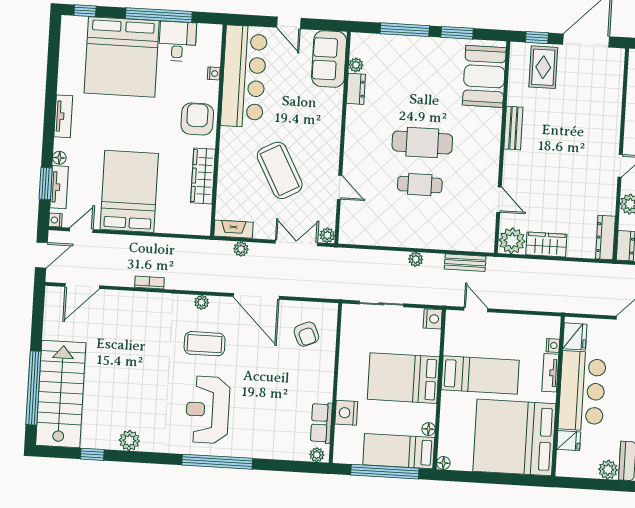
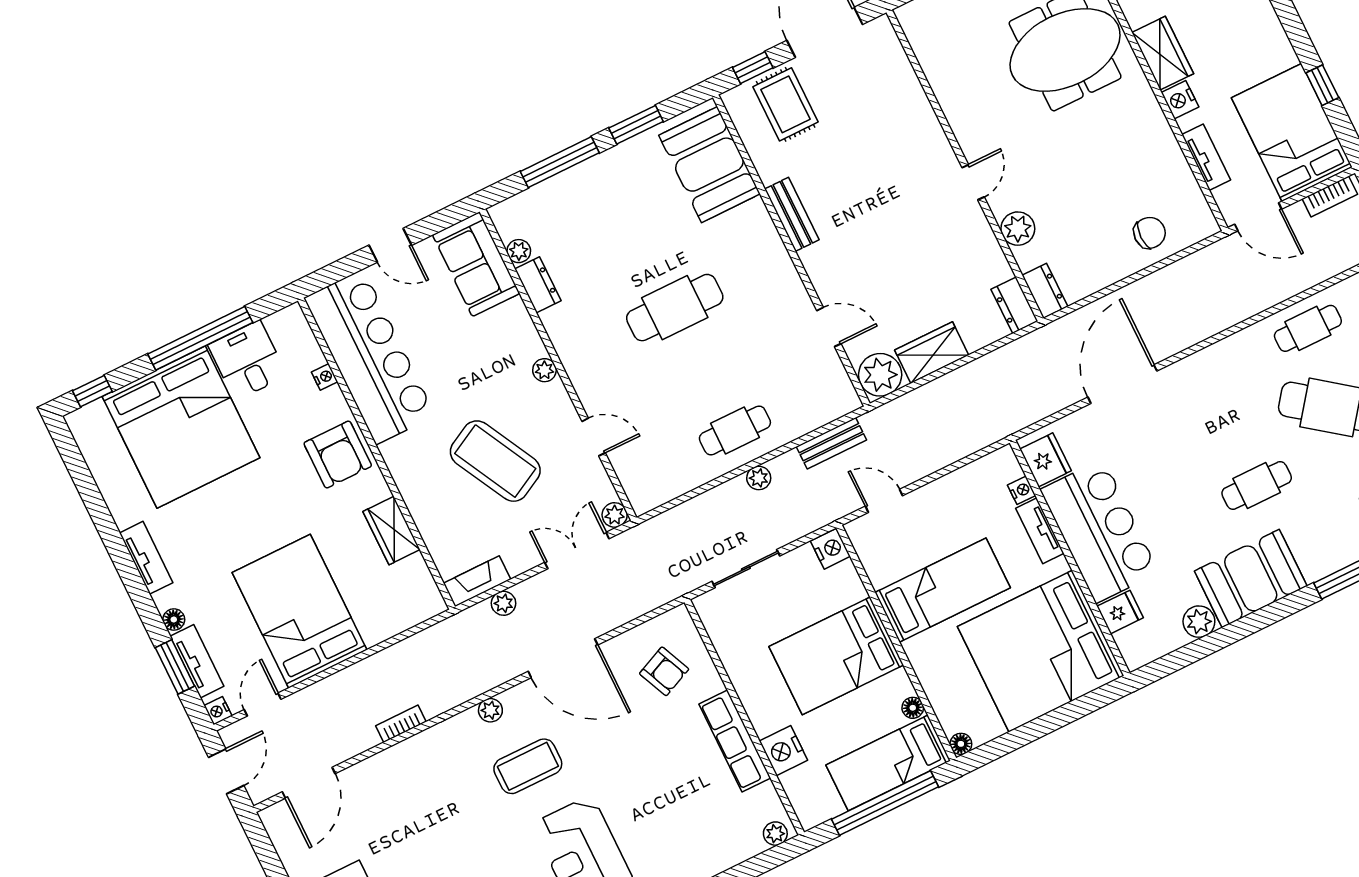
armchair: (197, 119) -> (338, 455), turned 180
plant: (334, 137) -> (544, 370), added
wardrobe: (203, 176) -> (391, 531), width x0.67
cafe table: (420, 185) -> (735, 430), moved
dresser: (605, 237) -> (1014, 305), width x0.70
row of seats: (321, 423) -> (735, 741), moved, width x1.48

